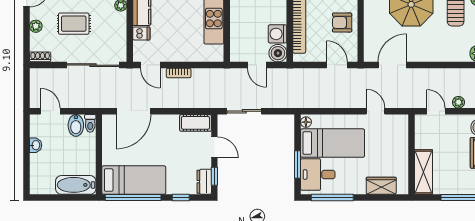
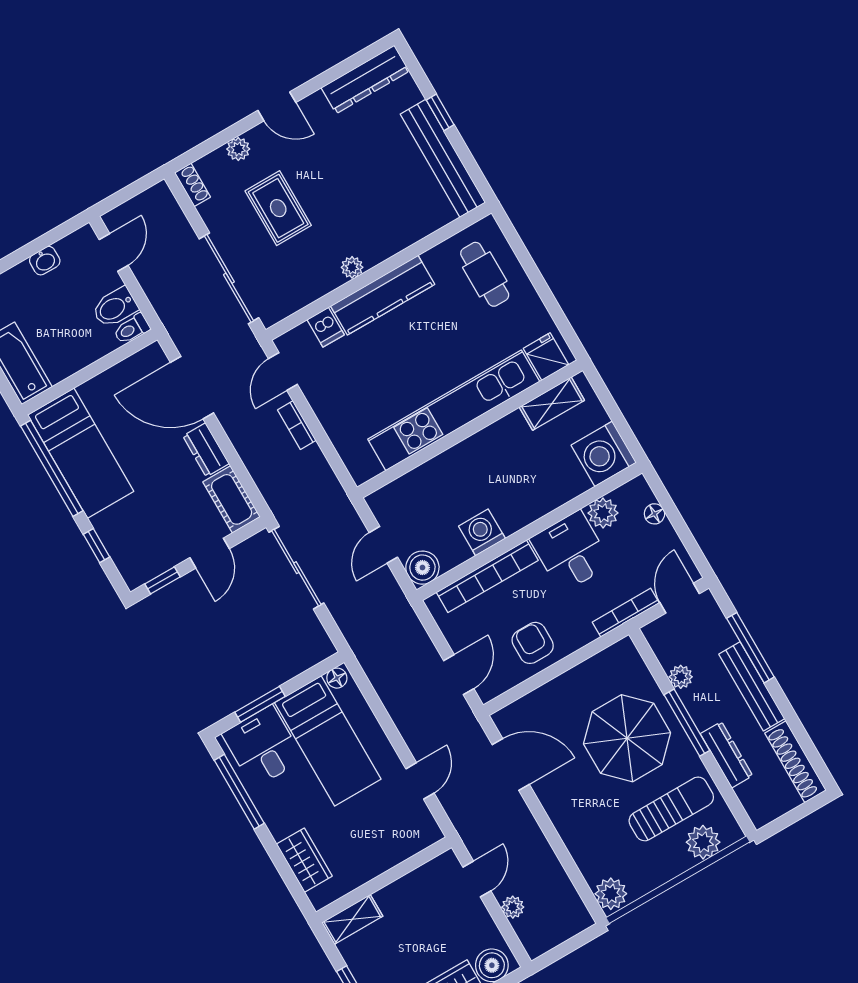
washing machine: (278, 34) -> (482, 532), moved
sliding door: (244, 111) -> (296, 568), width x1.37
shelving: (423, 172) -> (352, 919), width x0.67, depth x0.75
dresser: (204, 182) -> (206, 450), moved, turned -90

